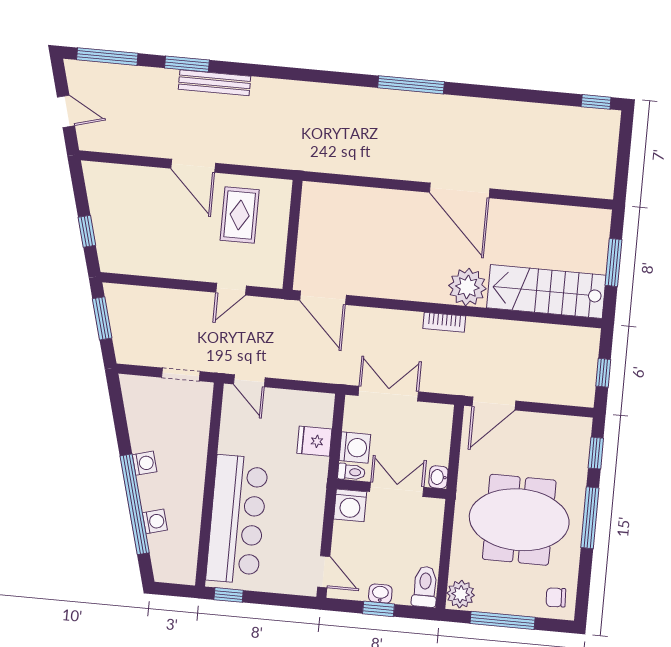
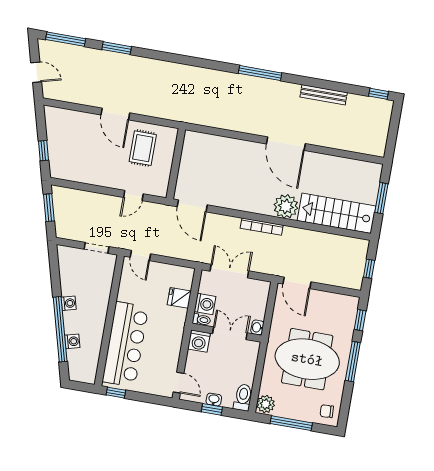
bench: (215, 83) -> (324, 95), moved
bookcase: (444, 322) -> (262, 227), width x1.56
door: (494, 403) -> (297, 283), hinge flipped

